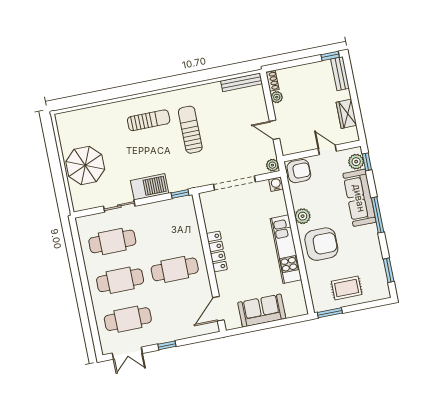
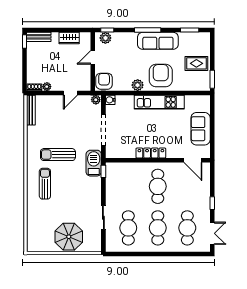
barbecue: (150, 187) -> (94, 163), moved
sofa: (359, 198) -> (158, 41), moved
rug: (347, 288) -> (196, 63), turned 90

